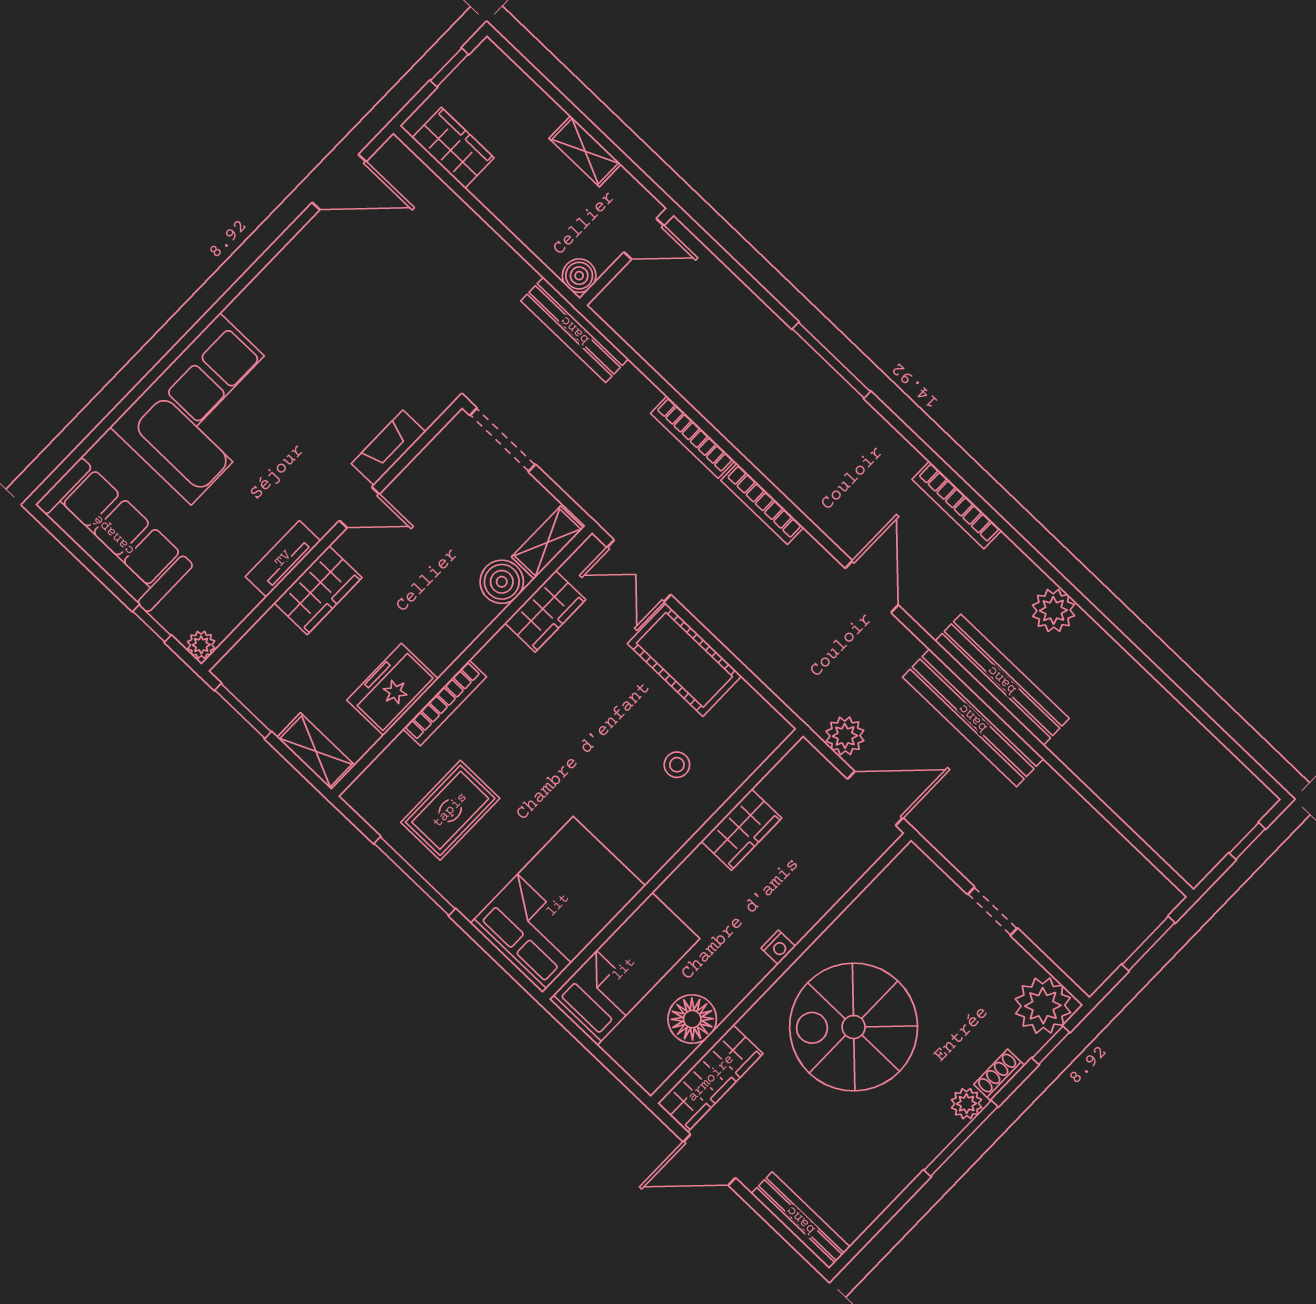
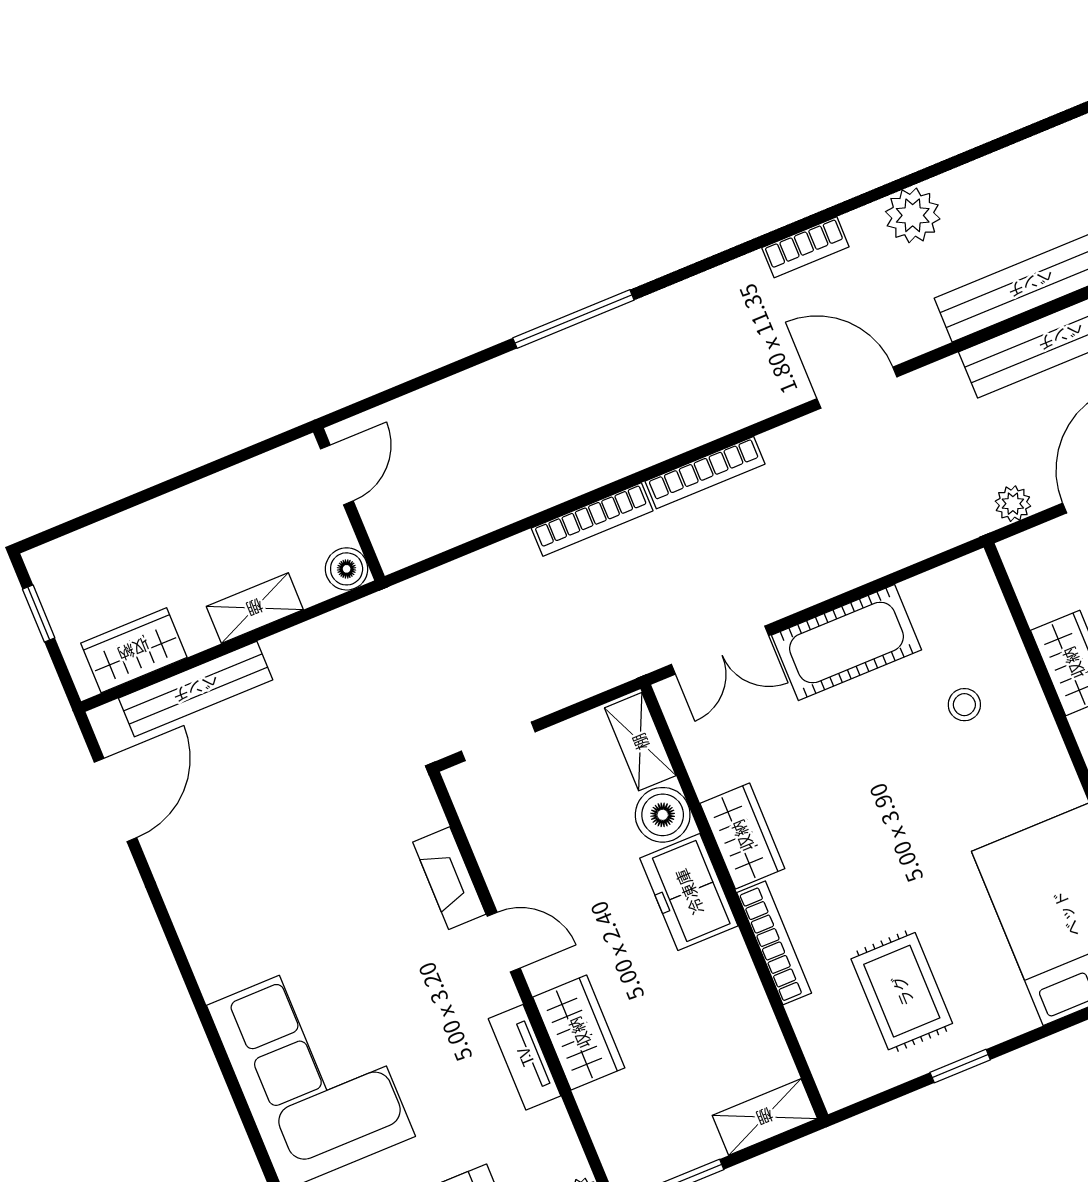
shelving: (585, 151) -> (255, 608), moved
bench: (575, 330) -> (196, 689), moved
doorway: (503, 440) -> (498, 741), width x0.73
bookcase: (957, 505) -> (805, 247), width x0.64
door: (359, 507) -> (504, 942), hinge flipped
plant: (1053, 610) -> (913, 215), moved
wardrobe: (545, 611) -> (742, 836), moved
freezer: (393, 689) -> (689, 892), moved
plant: (845, 736) -> (1013, 504), width x0.73, depth x0.73
window: (415, 876) -> (960, 1066), width x0.46

